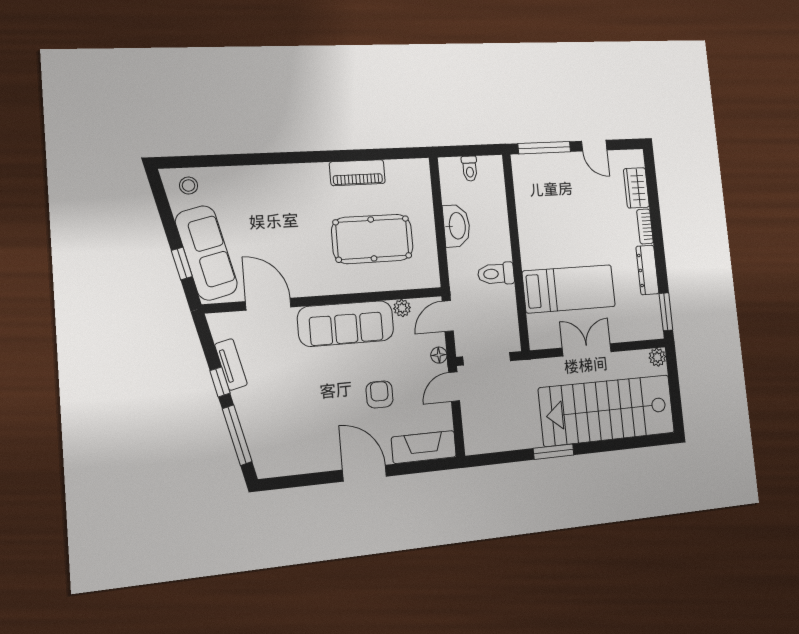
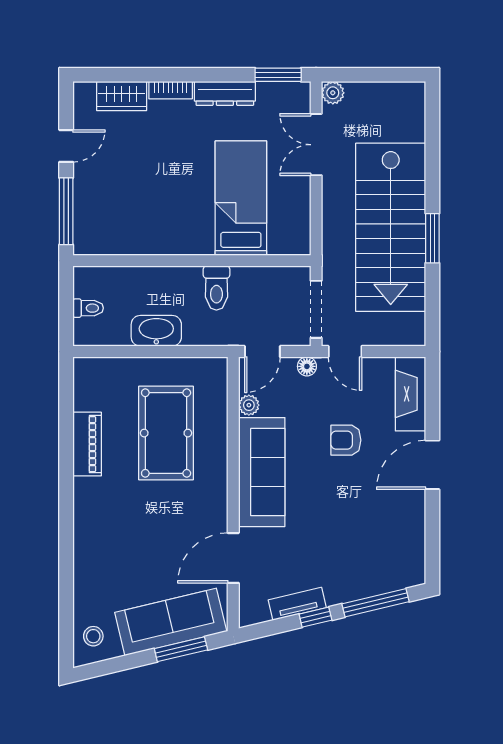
window: (182, 264) -> (181, 649), width x1.50
door: (448, 316) -> (262, 352), hinge flipped
double door: (587, 350) -> (316, 145), moved
stairs: (607, 410) -> (391, 227), moved

